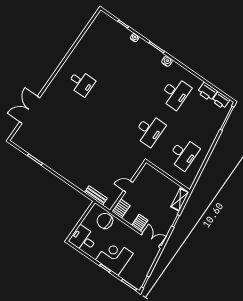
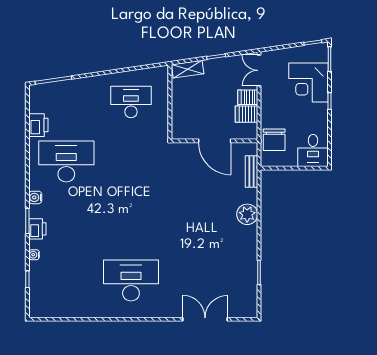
desk: (81, 83) -> (131, 280), width x1.87, depth x1.30
desk: (175, 93) -> (66, 161), width x1.36, depth x1.30
printer: (221, 100) -> (37, 229), moved
double door: (30, 110) -> (205, 319), swing flipped
desk: (149, 130) -> (131, 161), removed
plant: (73, 176) -> (247, 214), added
door: (128, 186) -> (215, 141), width x1.87
server rack: (121, 209) -> (247, 114), moved
corner desk: (114, 257) -> (308, 83), moved

